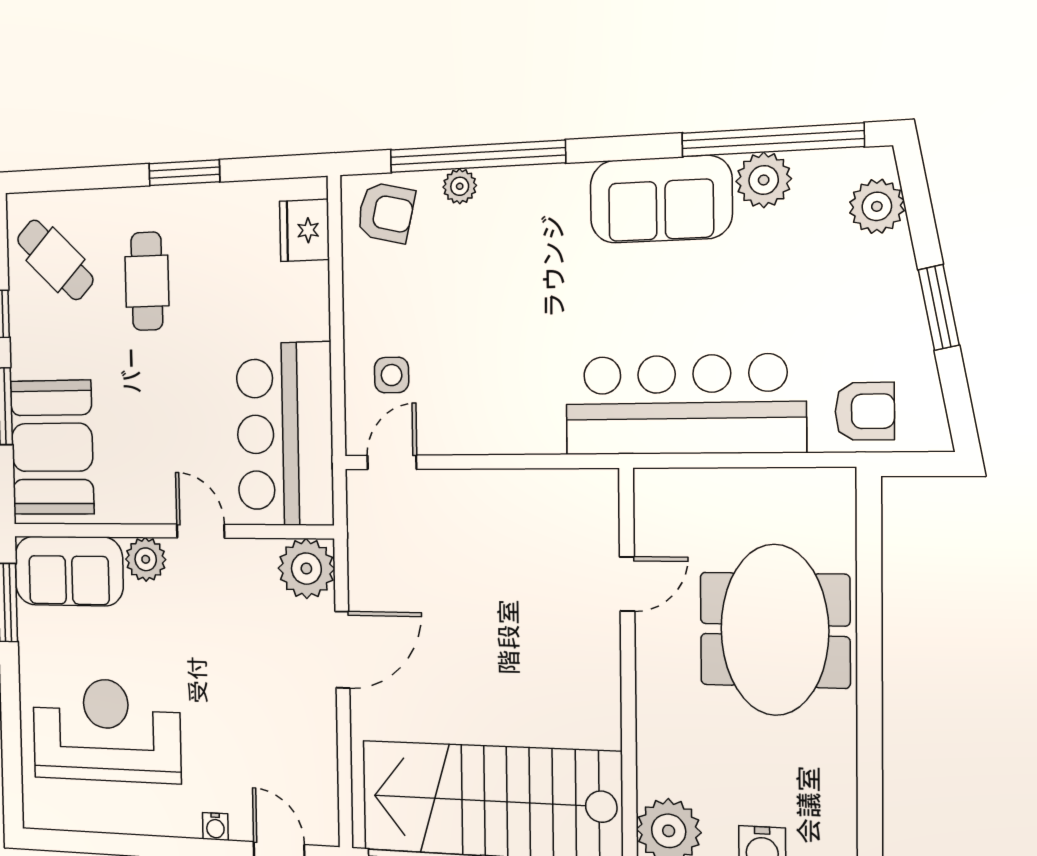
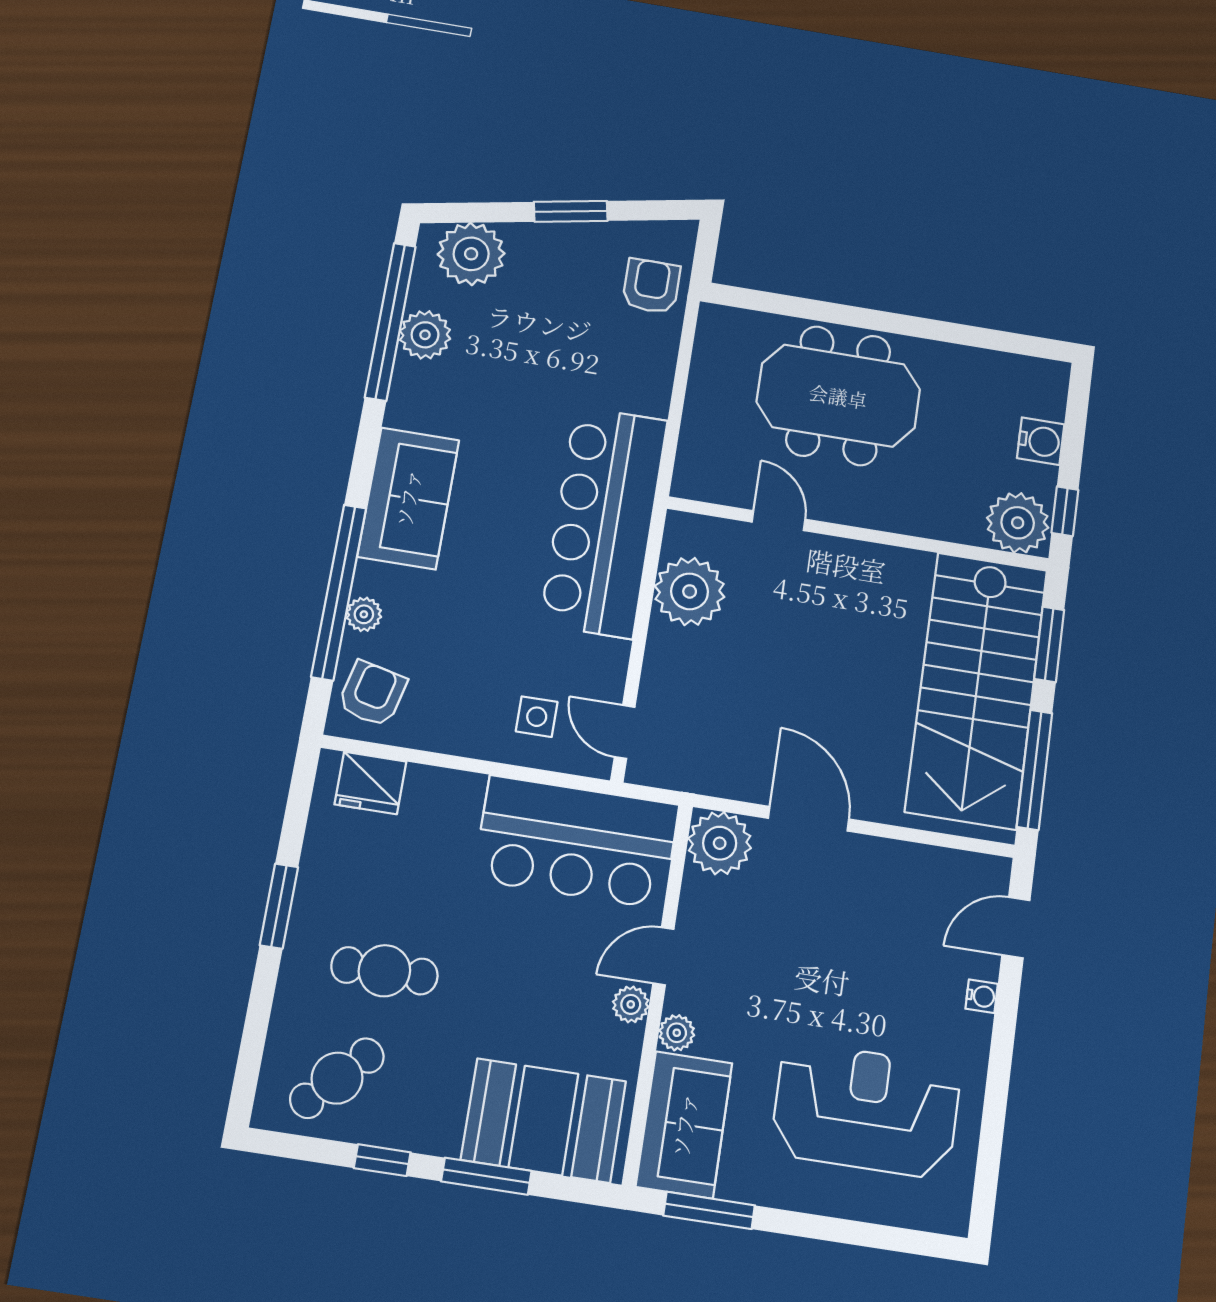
sofa: (661, 199) -> (408, 498), moved
plant: (877, 206) -> (471, 254), width x1.36, depth x1.36
bar counter: (684, 405) -> (604, 522), moved
plant: (539, 504) -> (690, 591), added
plant: (156, 508) -> (631, 1004), added
plant: (146, 559) -> (677, 1033), width x0.73, depth x0.73
reception desk: (106, 730) -> (866, 1110), turned 90

